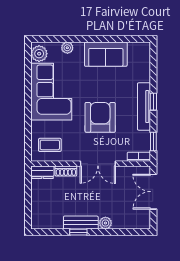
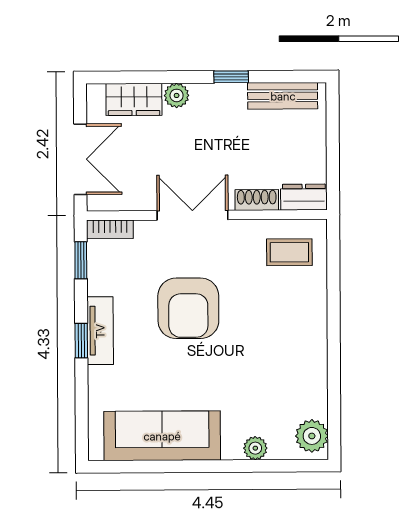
sofa: (106, 54) -> (162, 436), width x1.36
corner sofa: (51, 92) -> (287, 360), removed
tv unit: (144, 107) -> (100, 331), width x0.71
wardrobe: (127, 221) -> (134, 99), added
bench: (81, 223) -> (283, 96), moved

